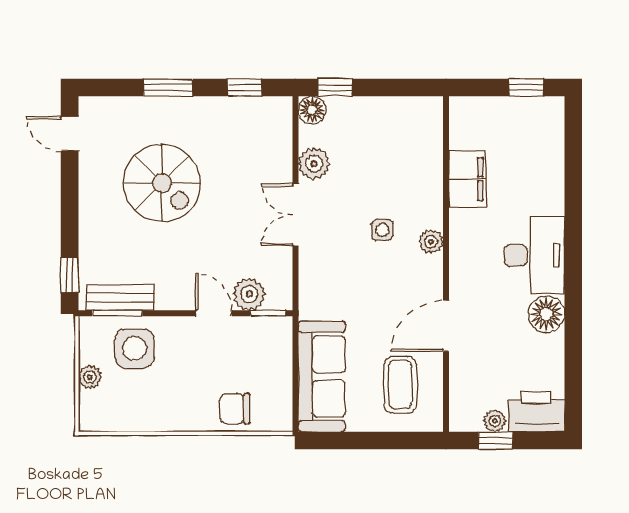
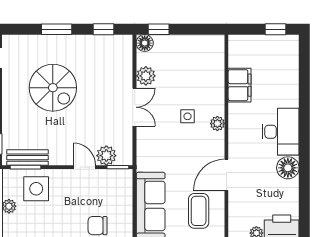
double door: (295, 215) -> (135, 107), swing flipped

